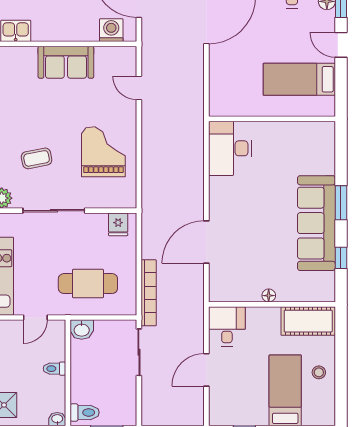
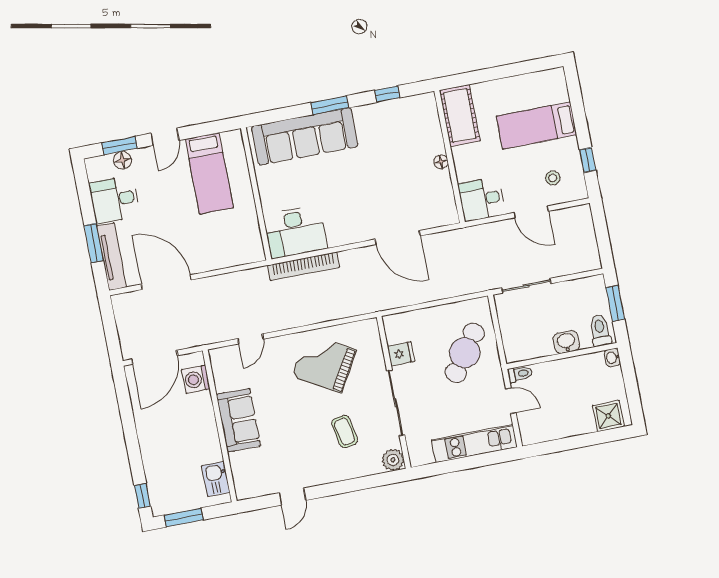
grand piano: (103, 152) -> (324, 363), turned 30
sofa: (316, 223) -> (305, 136), moved
fridge: (118, 224) -> (401, 354), moved
cafe table: (88, 284) -> (465, 353), turned 35
bookcase: (149, 293) -> (303, 266), moved, turned 180
washbasin: (82, 330) -> (566, 342), moved, turned -90
toilet: (54, 369) -> (520, 374), moved, turned -90
stool: (319, 372) -> (553, 178), moved

